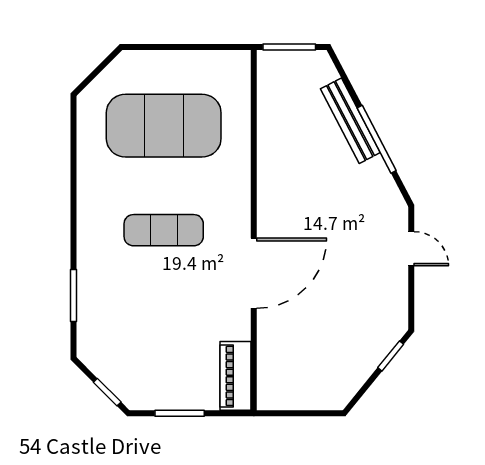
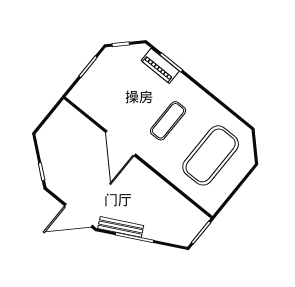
bench: (350, 121) -> (121, 227), moved
door: (411, 249) -> (78, 216), width x1.87
piano: (236, 376) -> (160, 66), moved, turned 180

